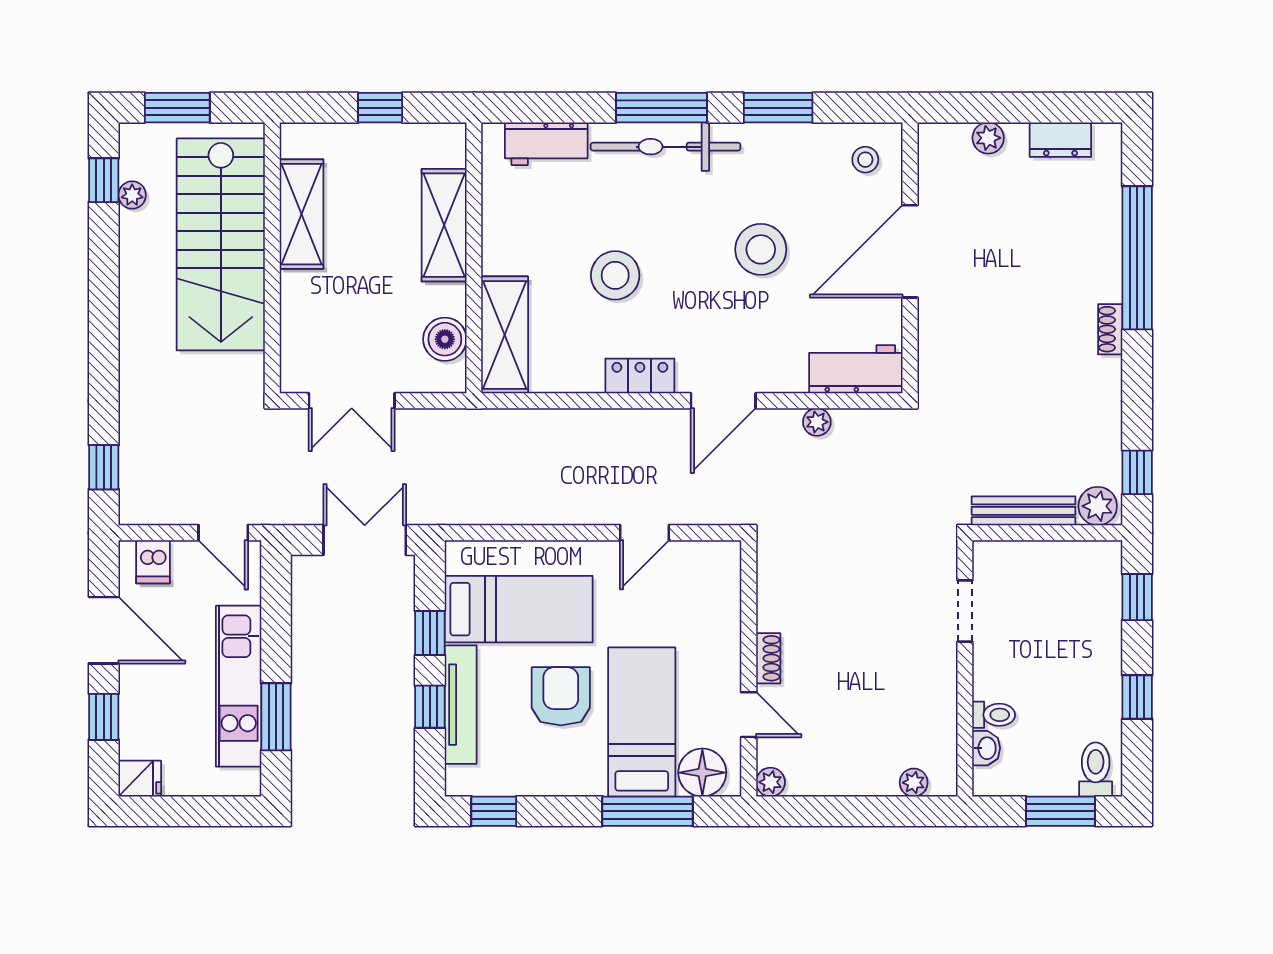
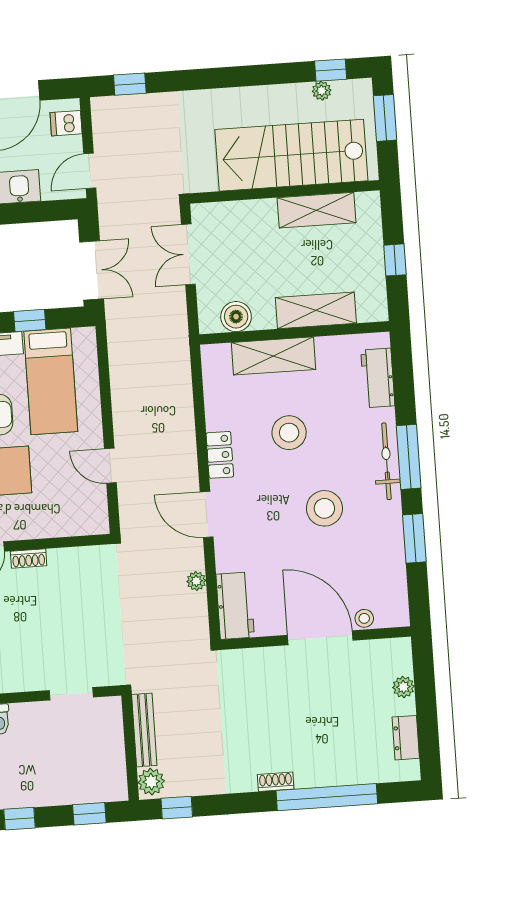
bicycle: (666, 147) -> (386, 461), width x0.73, depth x0.71
stool: (865, 160) -> (364, 618), moved
stool: (761, 249) -> (324, 508), moved
shelving: (505, 335) -> (273, 356), moved

